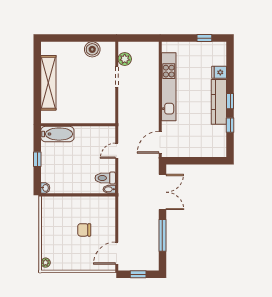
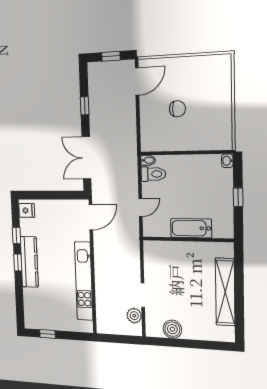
fridge: (219, 72) -> (27, 210), moved
bathtub: (57, 134) -> (191, 228), moved
window: (162, 235) -> (85, 106), width x0.46
plant: (46, 263) -> (226, 64), removed

